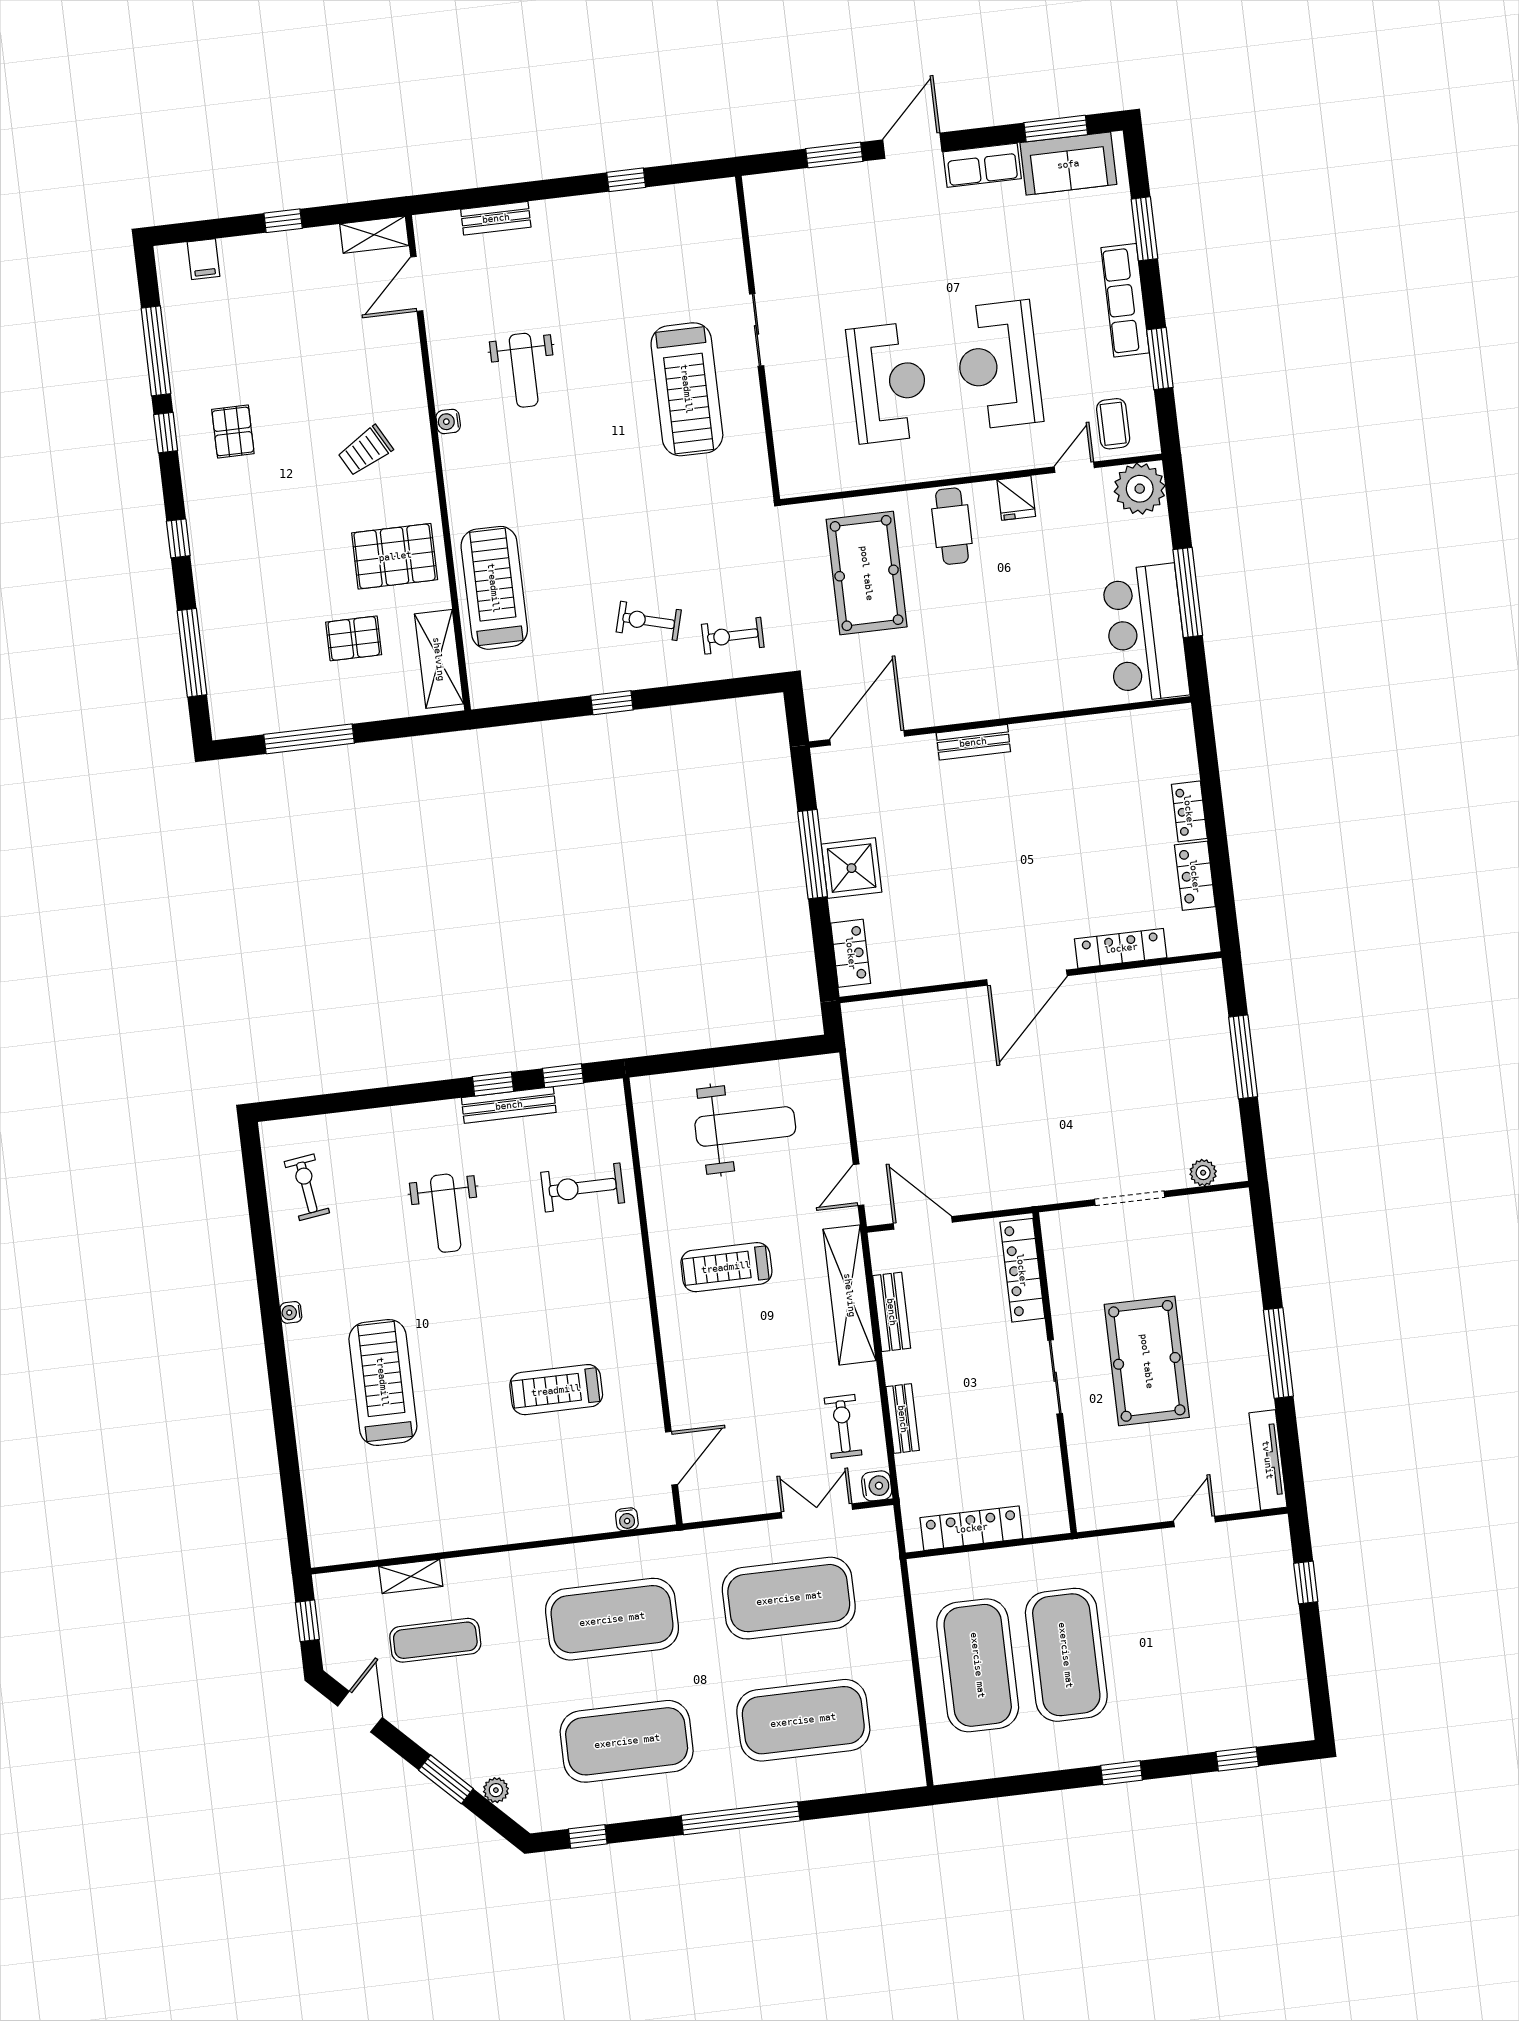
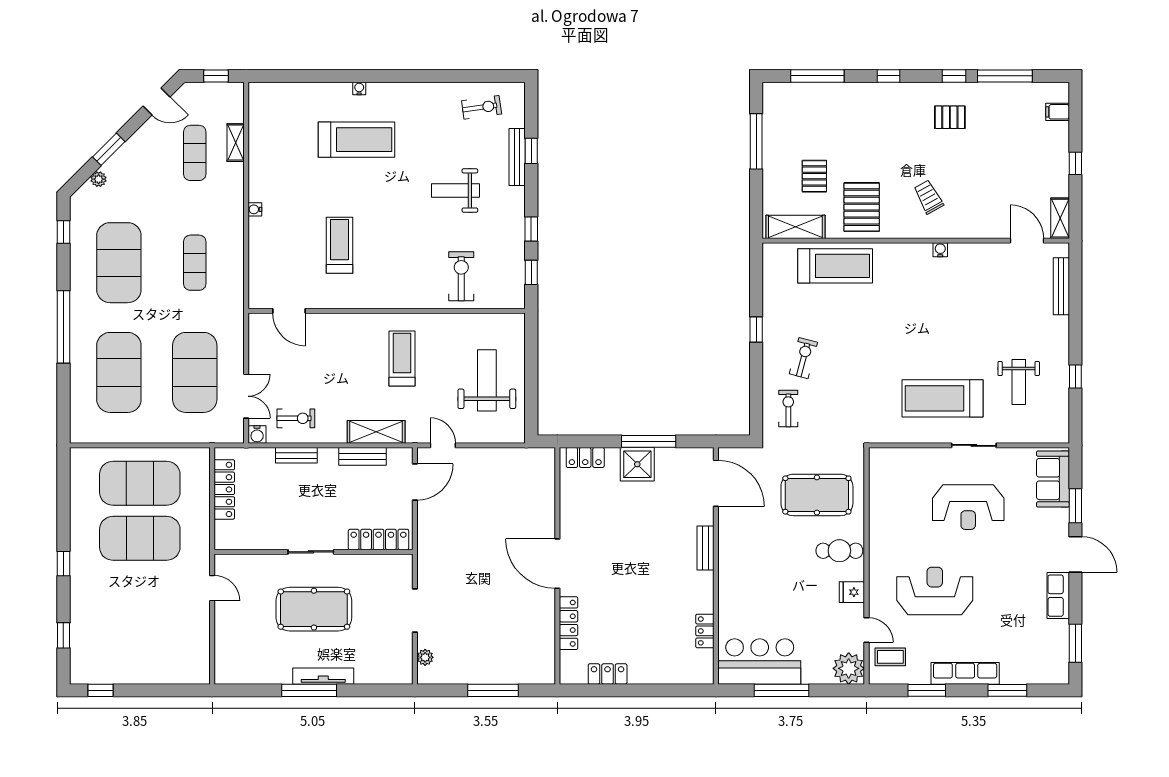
sofa: (1068, 164) -> (1053, 479), moved
bench: (496, 218) -> (1061, 286), width x1.36
weight bench: (524, 370) -> (1019, 382), moved, turned -90
reception desk: (888, 383) -> (968, 507), moved
locker: (1189, 811) -> (705, 631), moved, turned -90
window: (367, 1099) -> (531, 151), added
bench: (509, 1105) -> (517, 157), moved
weight bench: (745, 1126) -> (487, 380), turned 180
shelving: (850, 1295) -> (376, 432), width x0.68
water cooler: (291, 1312) -> (359, 88), moved
tv unit: (1268, 1460) -> (323, 676), moved
water cooler: (627, 1519) -> (255, 209), moved
door: (1194, 1522) -> (212, 588), moved
window: (1306, 1582) -> (101, 690), moved
exercise mat: (612, 1619) -> (195, 263), width x0.50, depth x0.69

